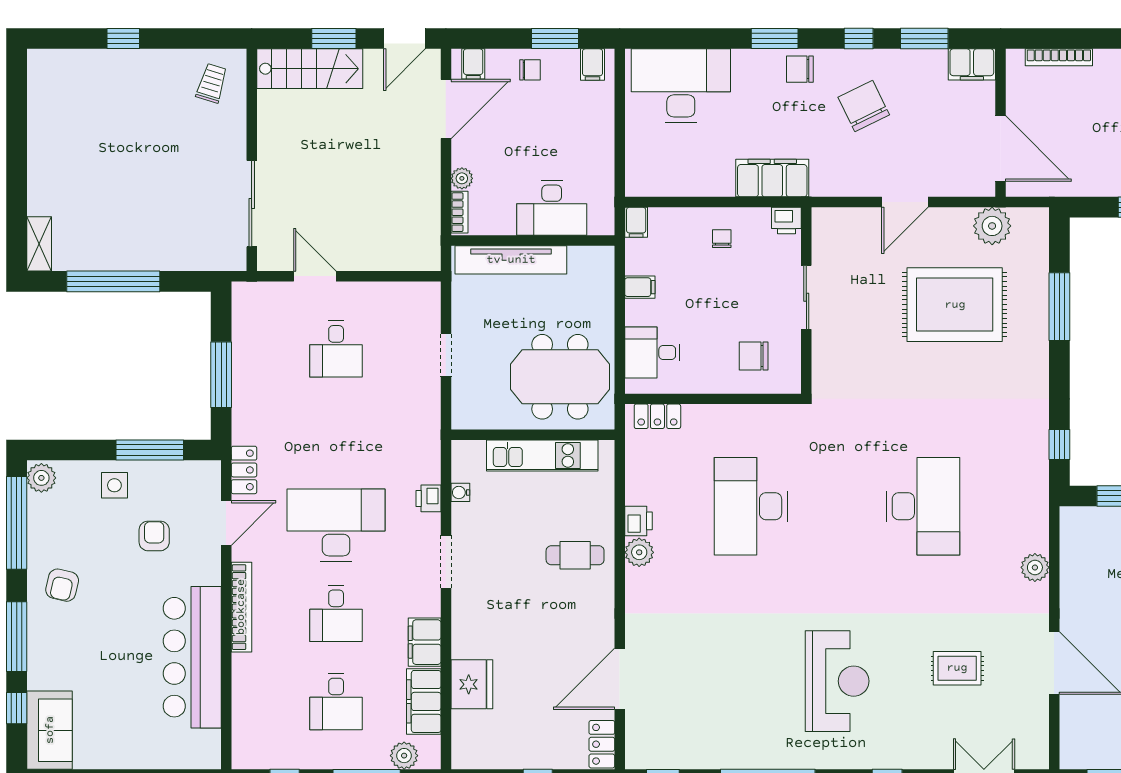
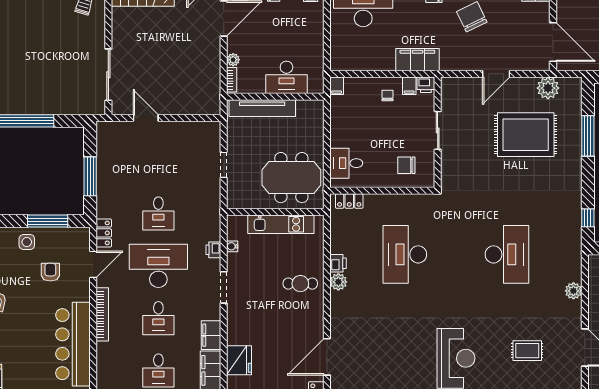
filing cabinet: (640, 287) -> (409, 86), moved, turned 90
desk: (336, 349) -> (158, 213), moved

